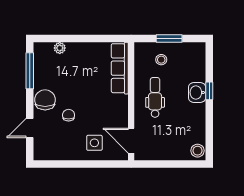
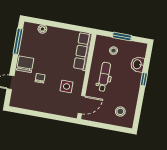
washbasin: (197, 92) -> (138, 64), moved
door: (131, 141) -> (81, 105), swing flipped
side table: (94, 143) -> (67, 86), moved
stool: (197, 151) -> (120, 111), moved

